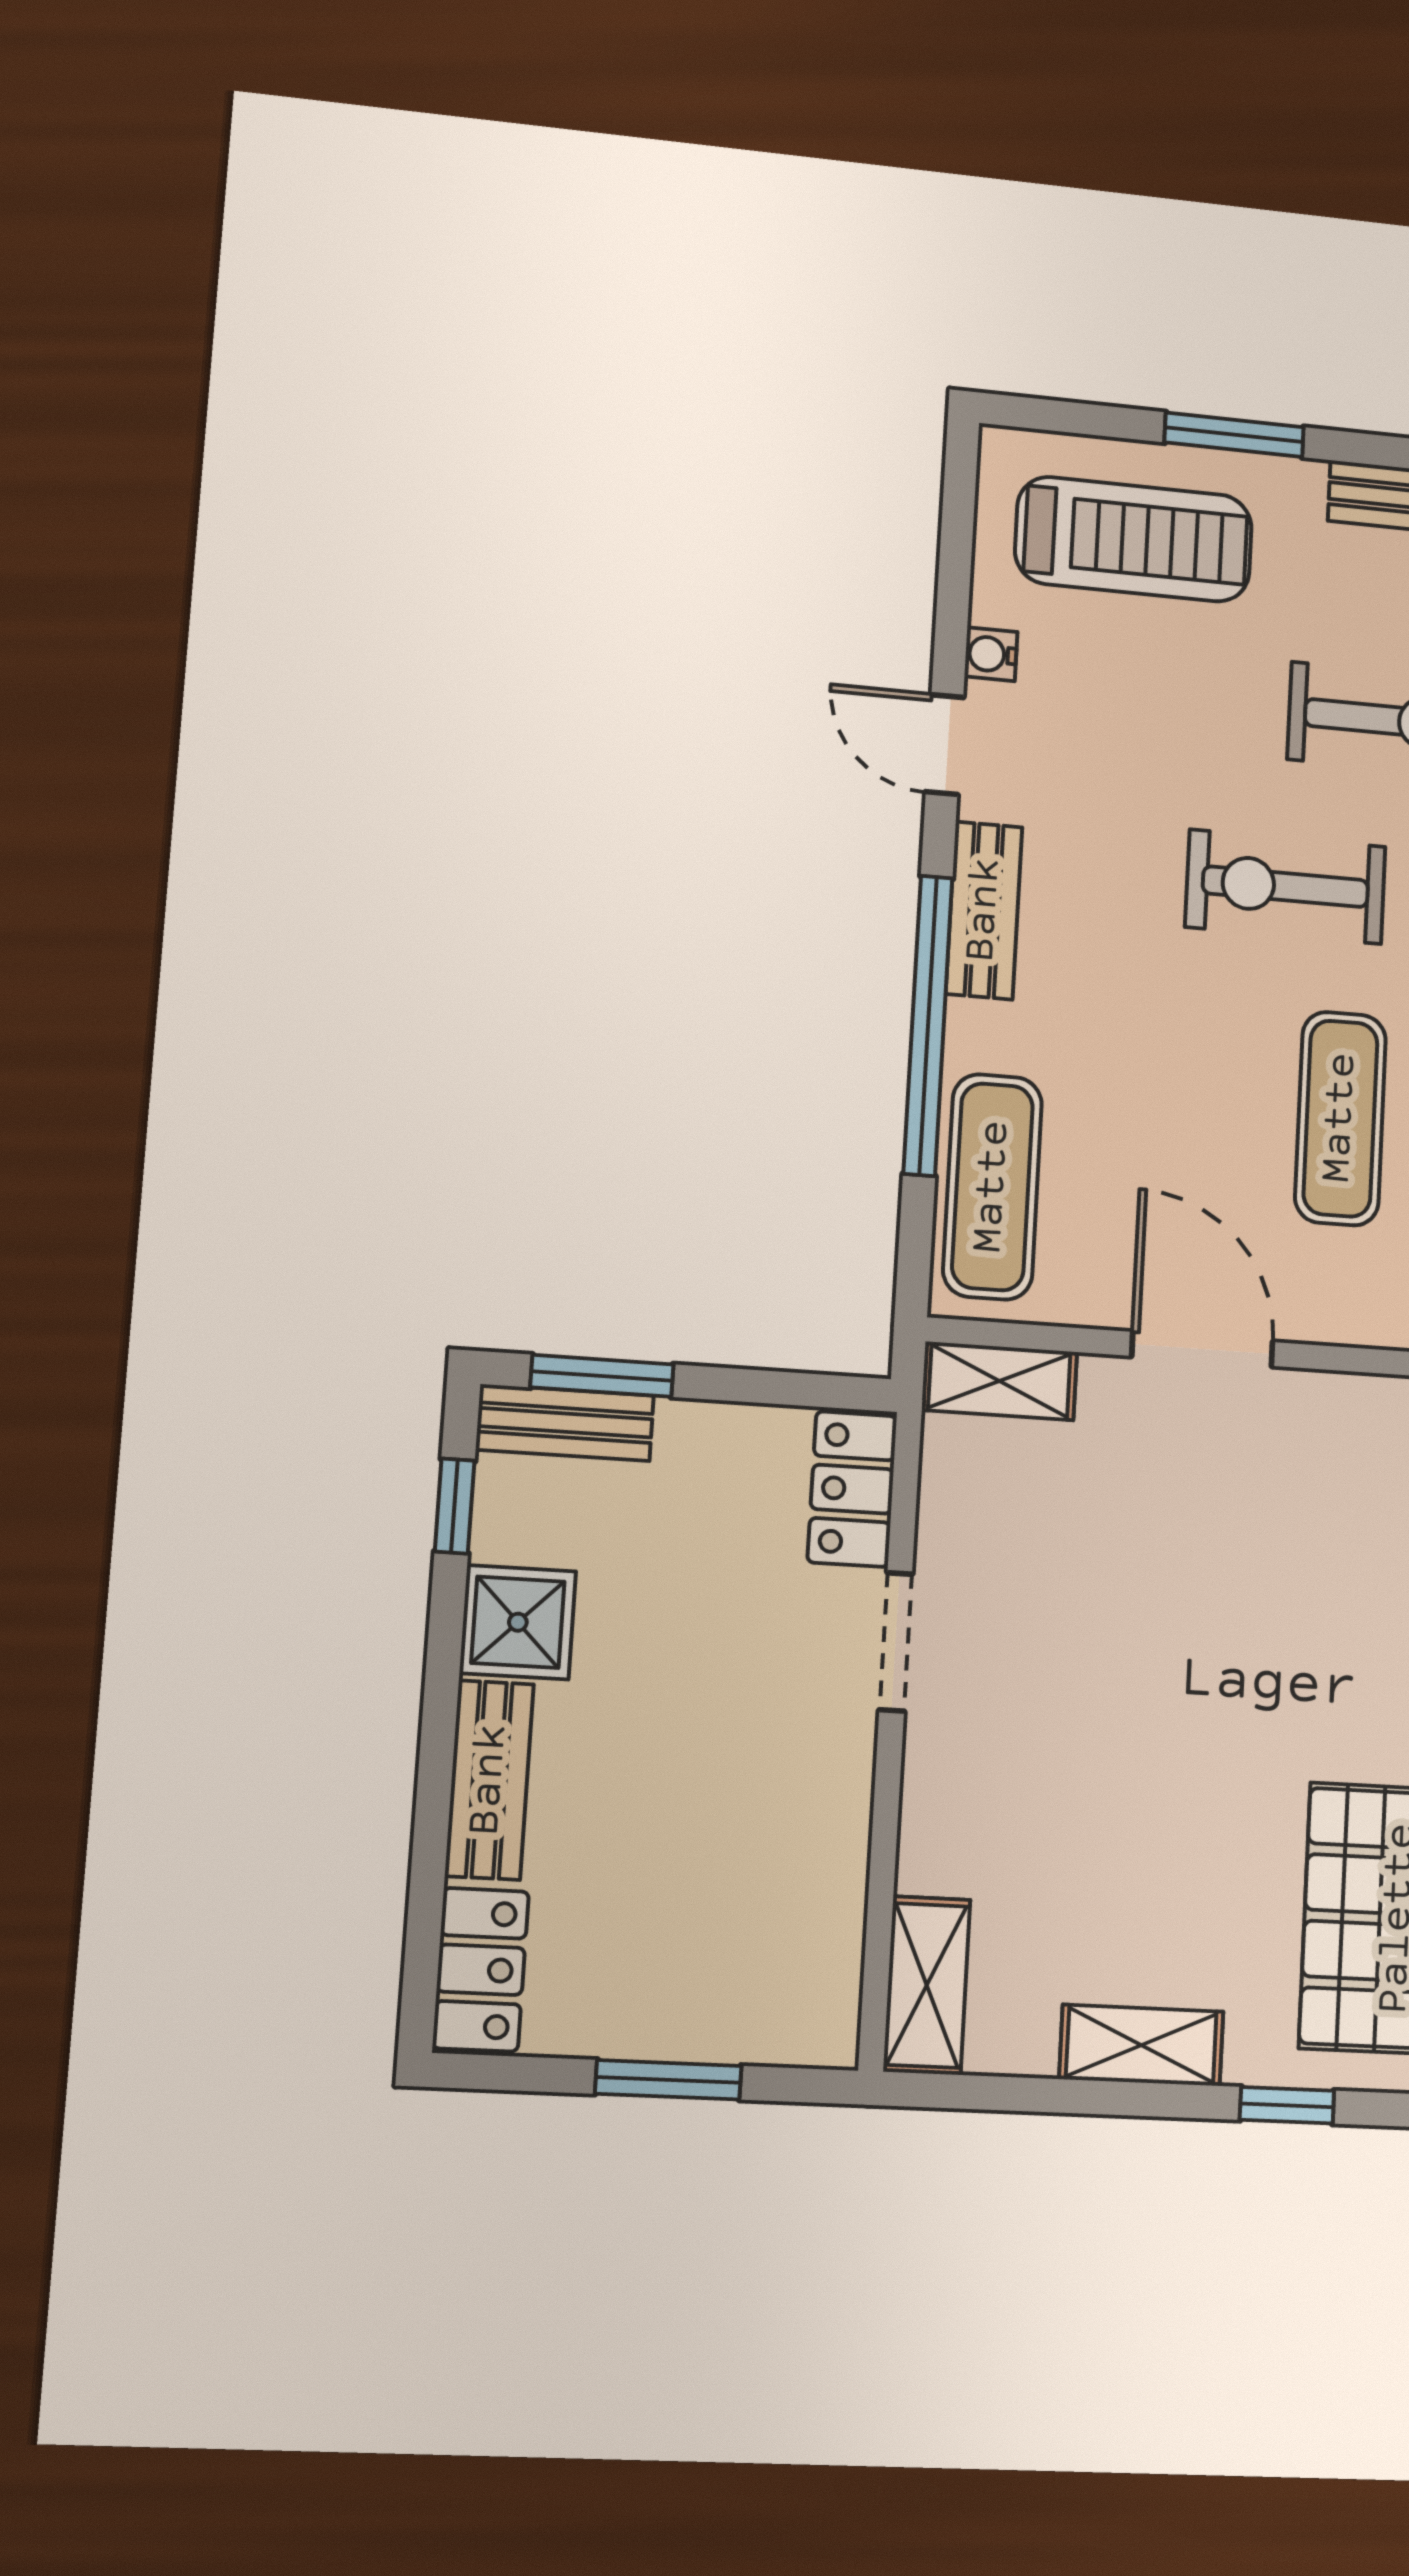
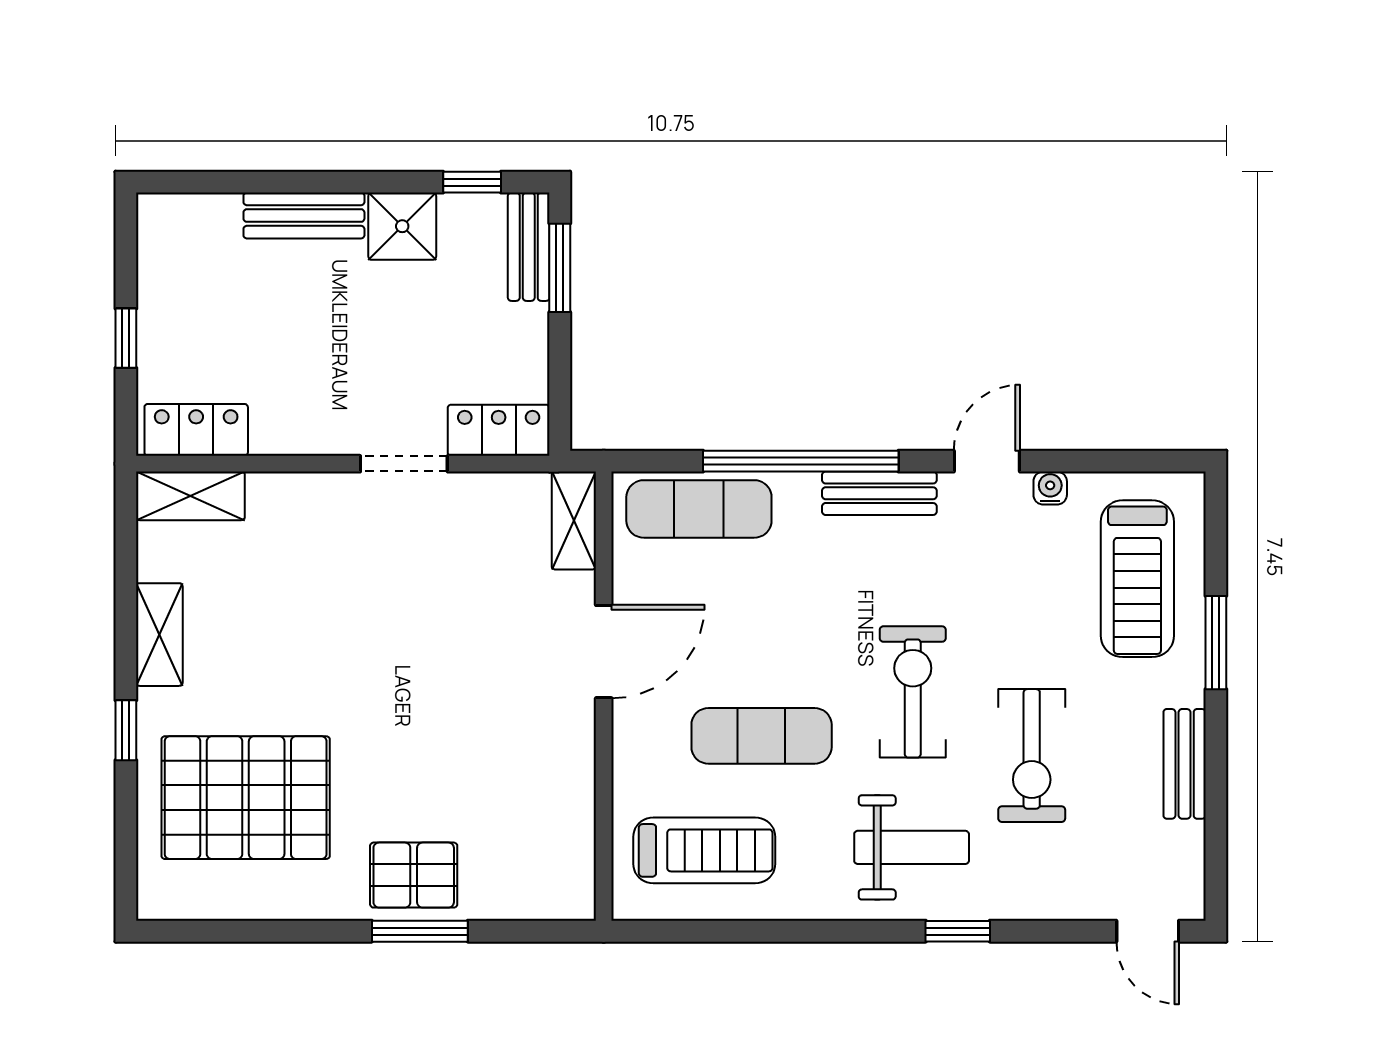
locker: (481, 1970) -> (196, 430), moved, turned 180
window: (668, 2080) -> (126, 338), width x0.67

